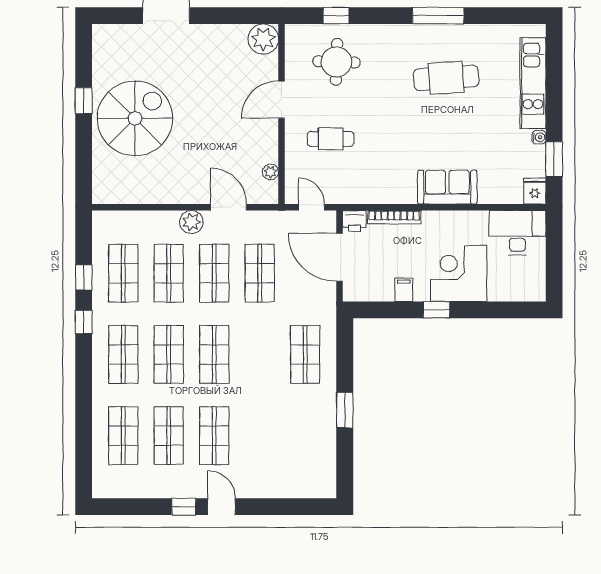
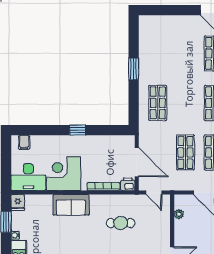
cafe table: (331, 139) -> (121, 223), moved
corner desk: (459, 274) -> (64, 174), moved, turned 180
filing cabinet: (404, 290) -> (24, 142), moved

